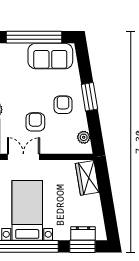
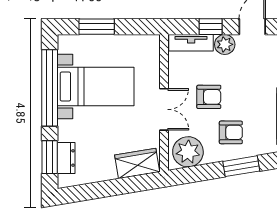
plant: (84, 137) -> (188, 152), width x1.88, depth x1.88
double door: (23, 157) -> (164, 109), moved

